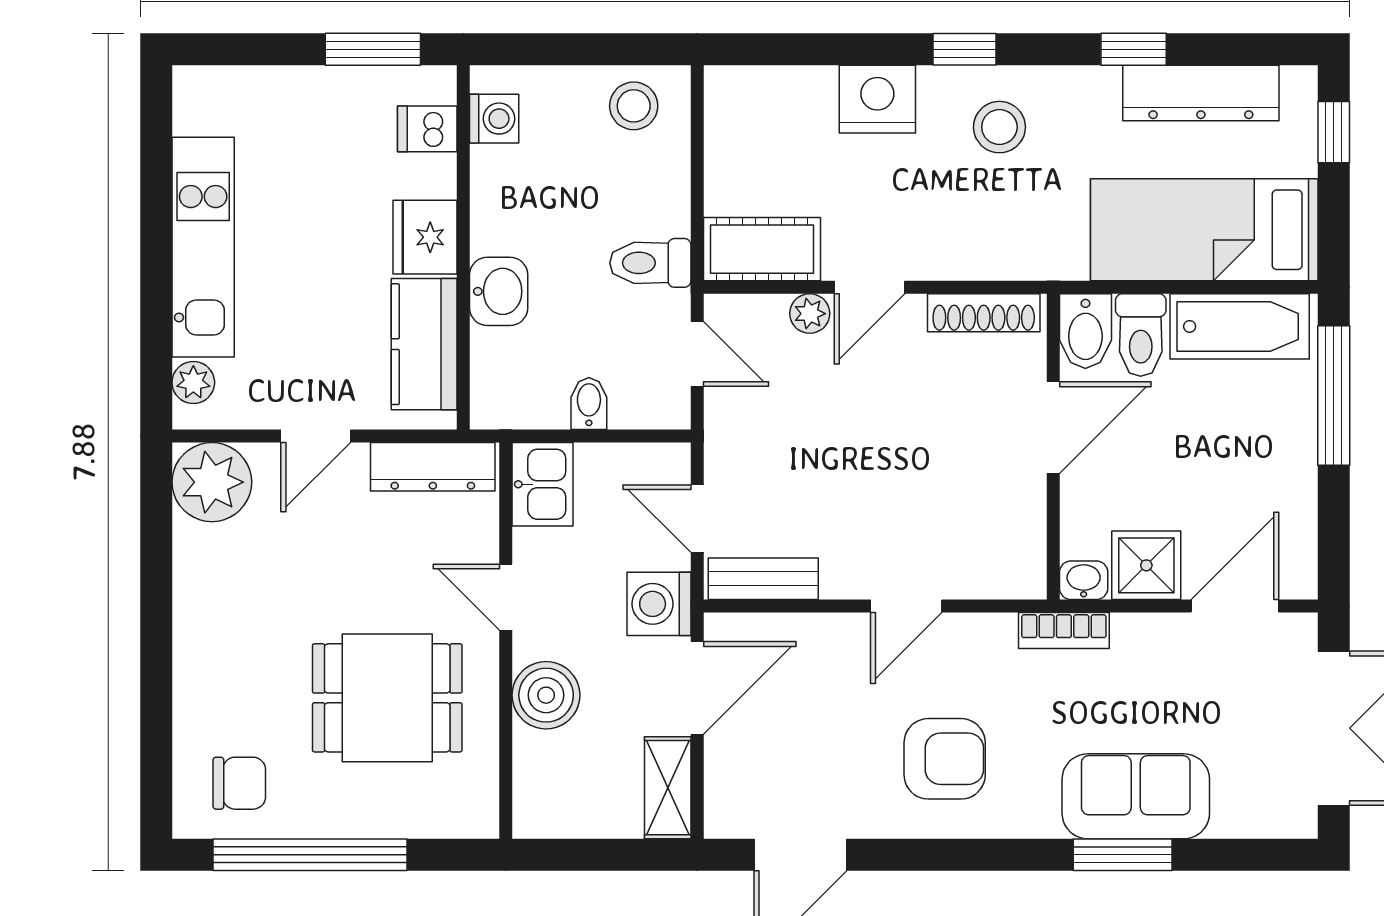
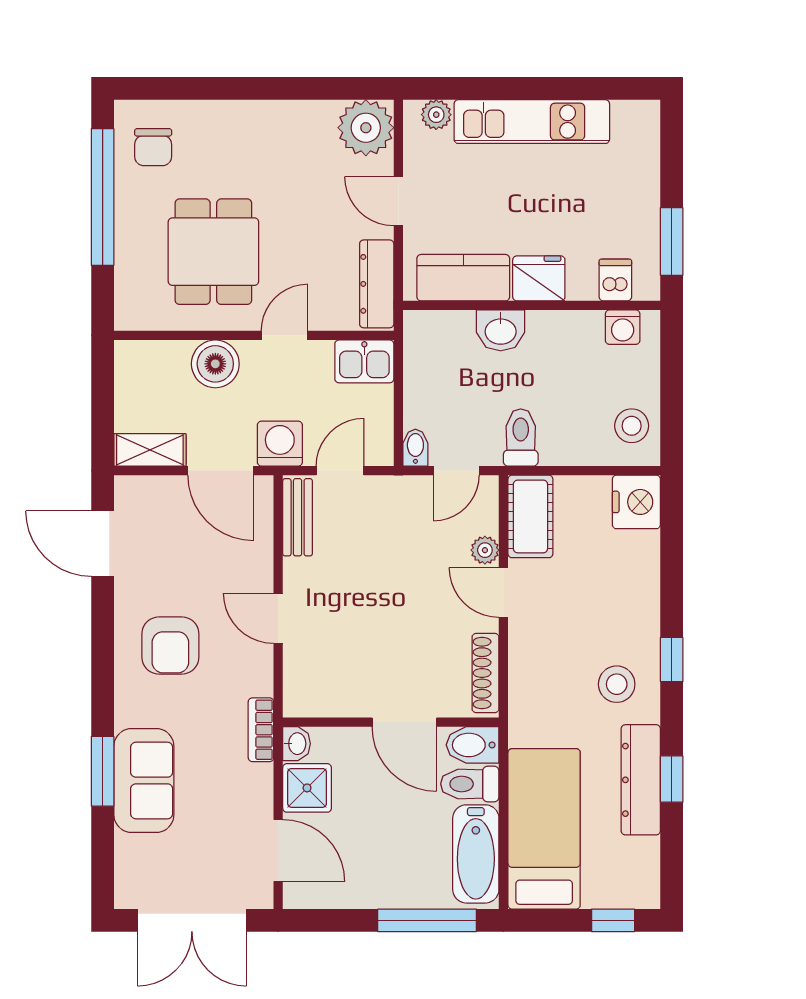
dresser: (1201, 93) -> (641, 780), moved
nightstand: (877, 99) -> (636, 502), moved
bidet: (589, 404) -> (415, 448), moved, turned -90

